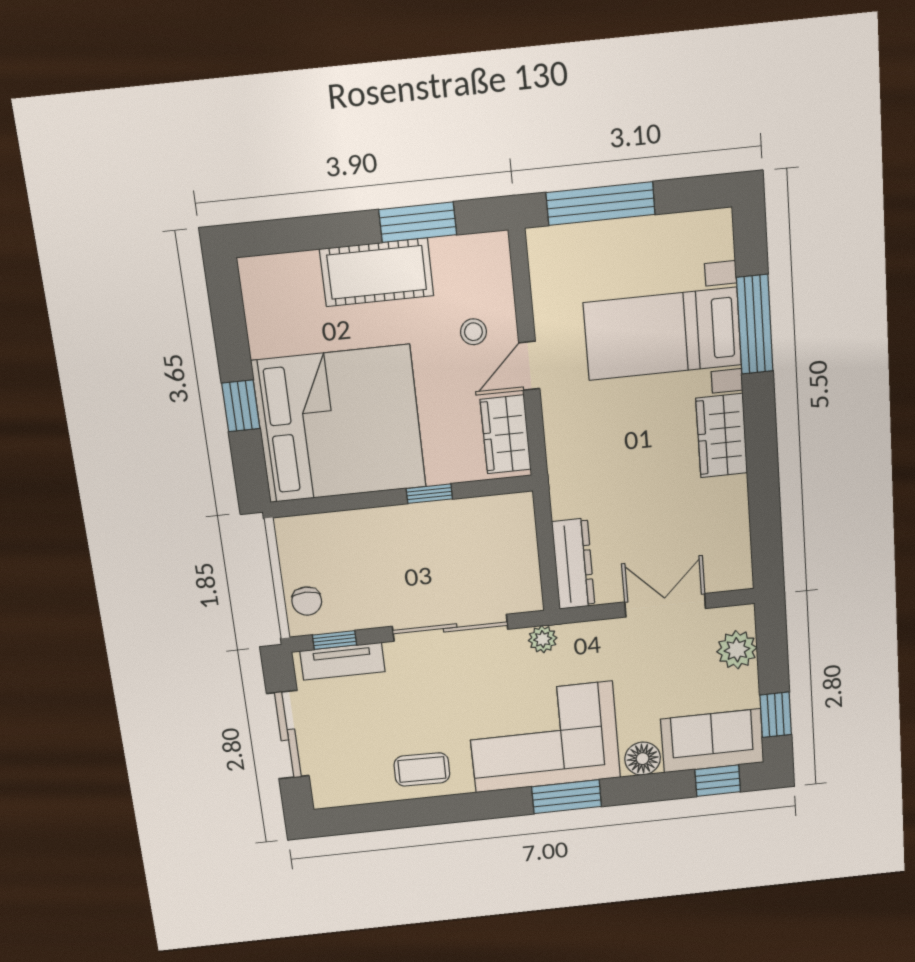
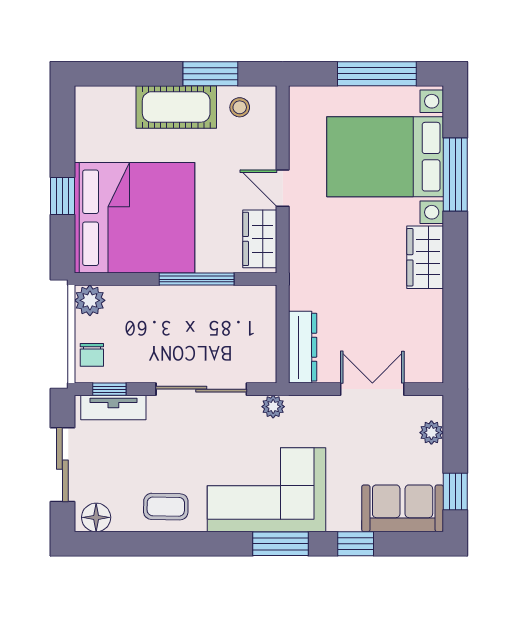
window: (601, 204) -> (377, 74), moved
stool: (473, 332) -> (240, 107), moved
bed with nightstands: (663, 334) -> (385, 157), width x1.36
door: (529, 366) -> (283, 188), hinge flipped
window: (429, 494) -> (197, 279), width x2.17
plant: (295, 535) -> (90, 300), added
plant: (737, 650) -> (431, 433), width x0.73, depth x0.73
floor lamp: (643, 759) -> (96, 517), moved
window: (718, 781) -> (356, 544), moved

